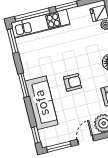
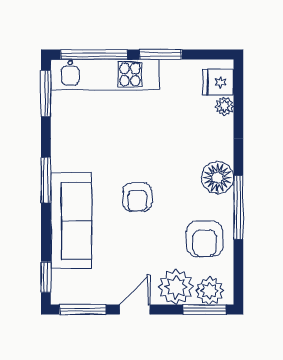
armchair: (73, 82) -> (137, 197), turned 90

